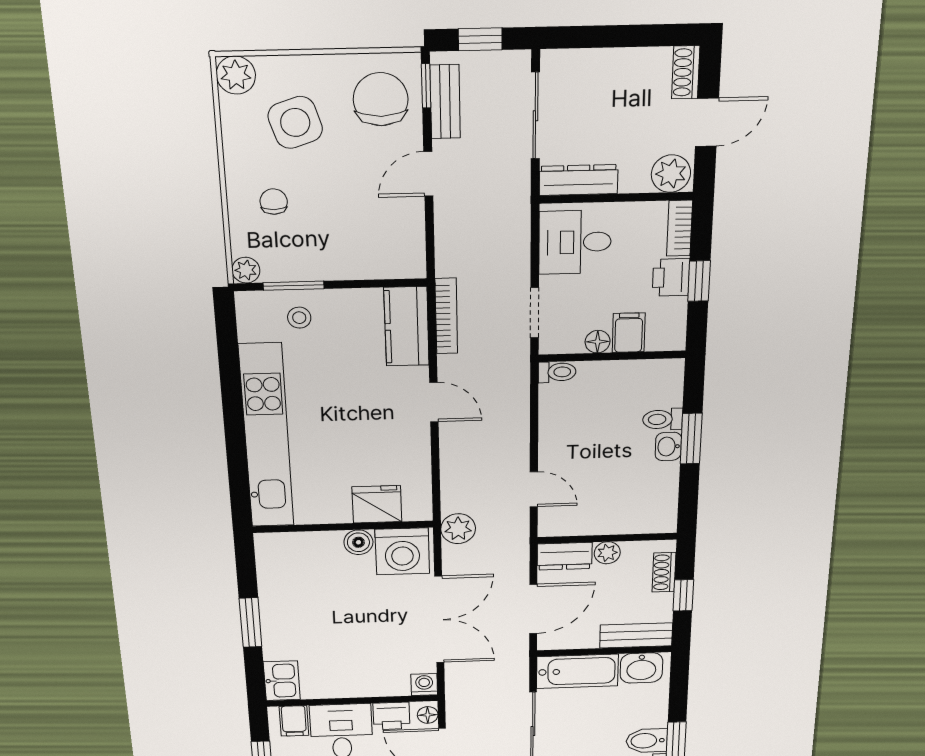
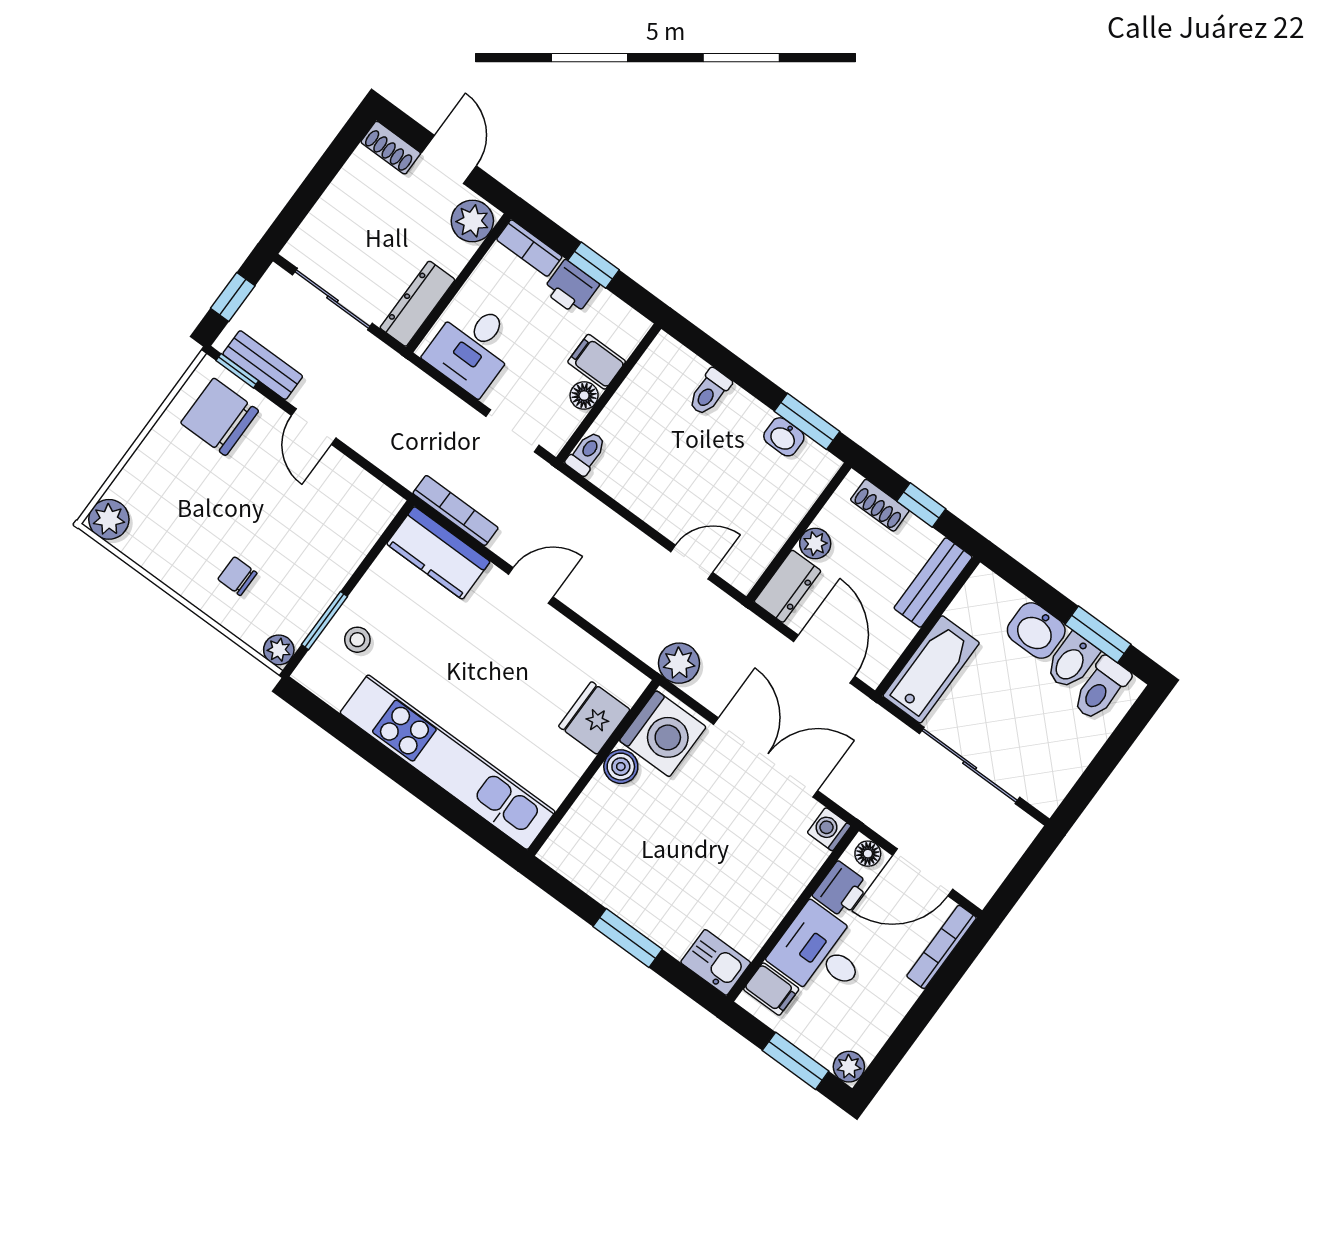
side table: (295, 122) -> (185, 503), removed
window: (691, 439) -> (807, 421), moved
washbasin: (668, 446) -> (784, 437), moved
washbasin: (641, 668) -> (1036, 631), moved, turned 90

